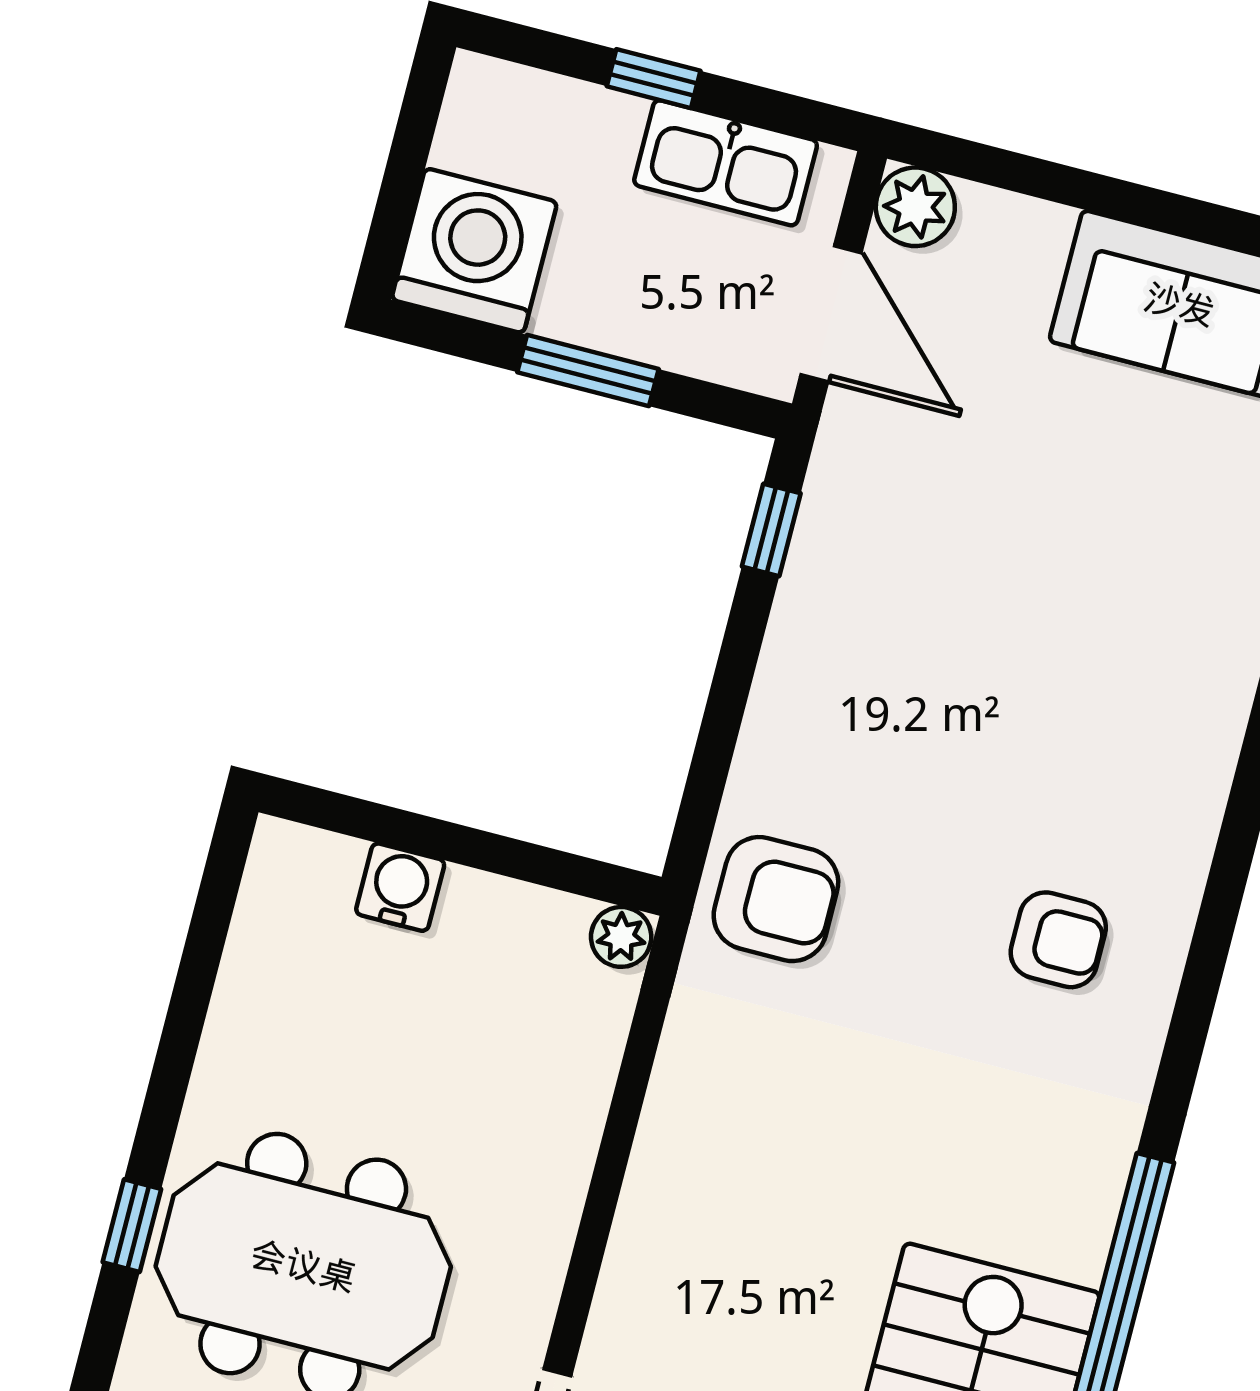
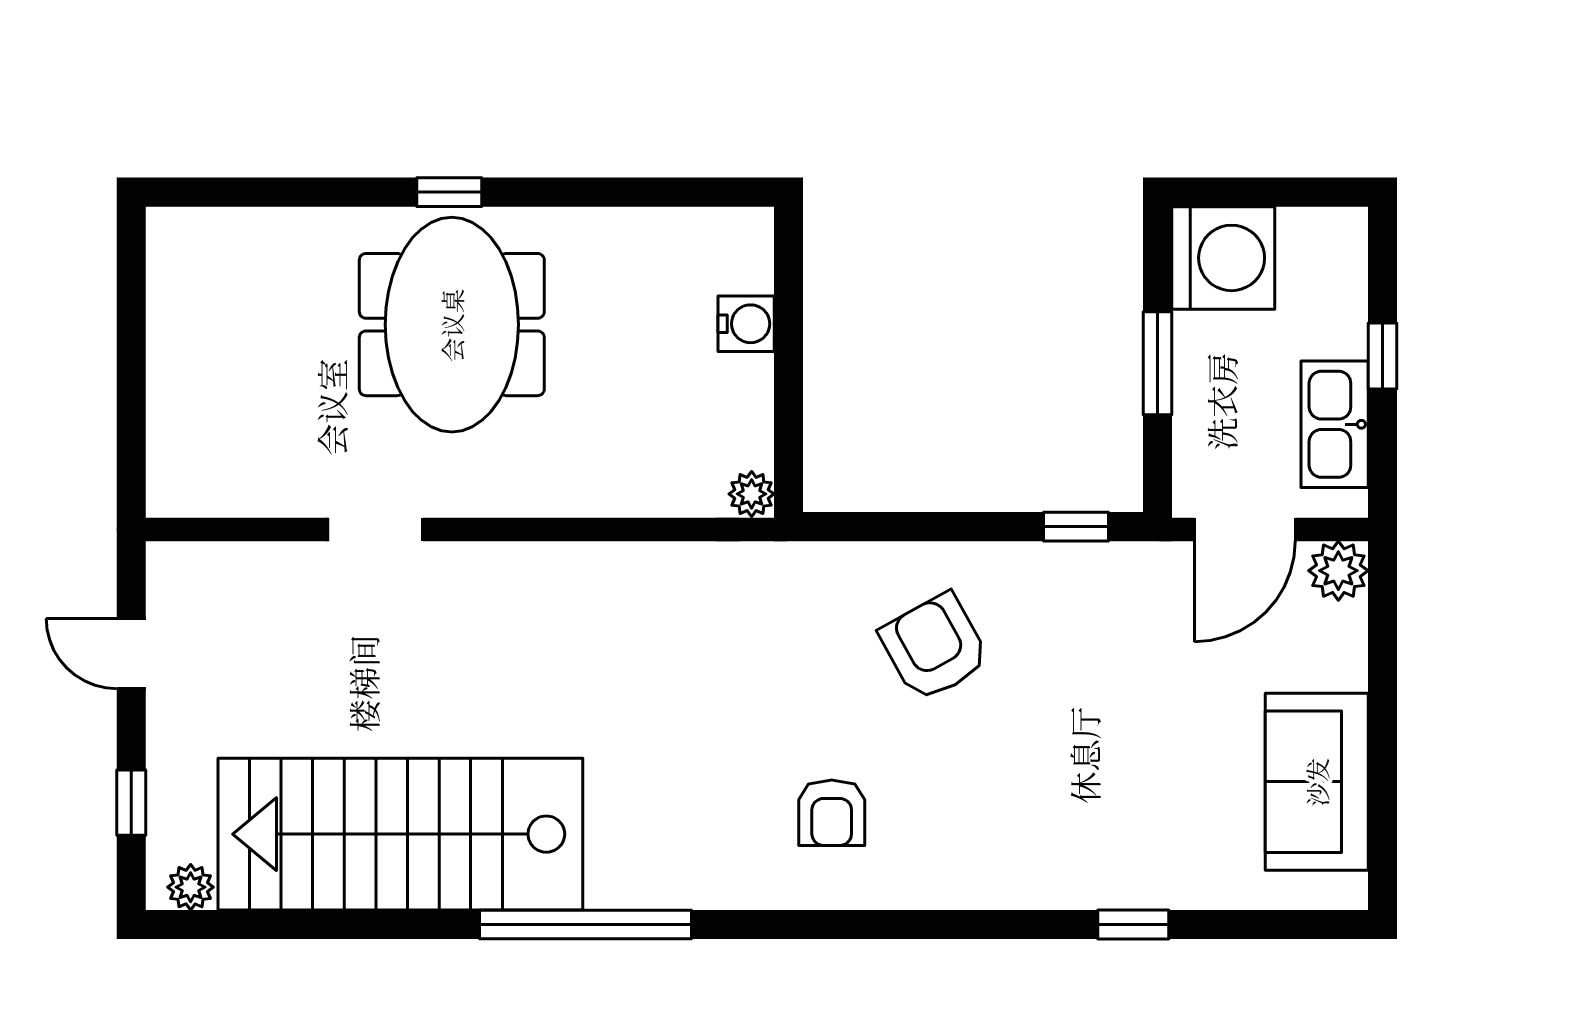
armchair: (776, 899) -> (934, 647), moved, turned 151

